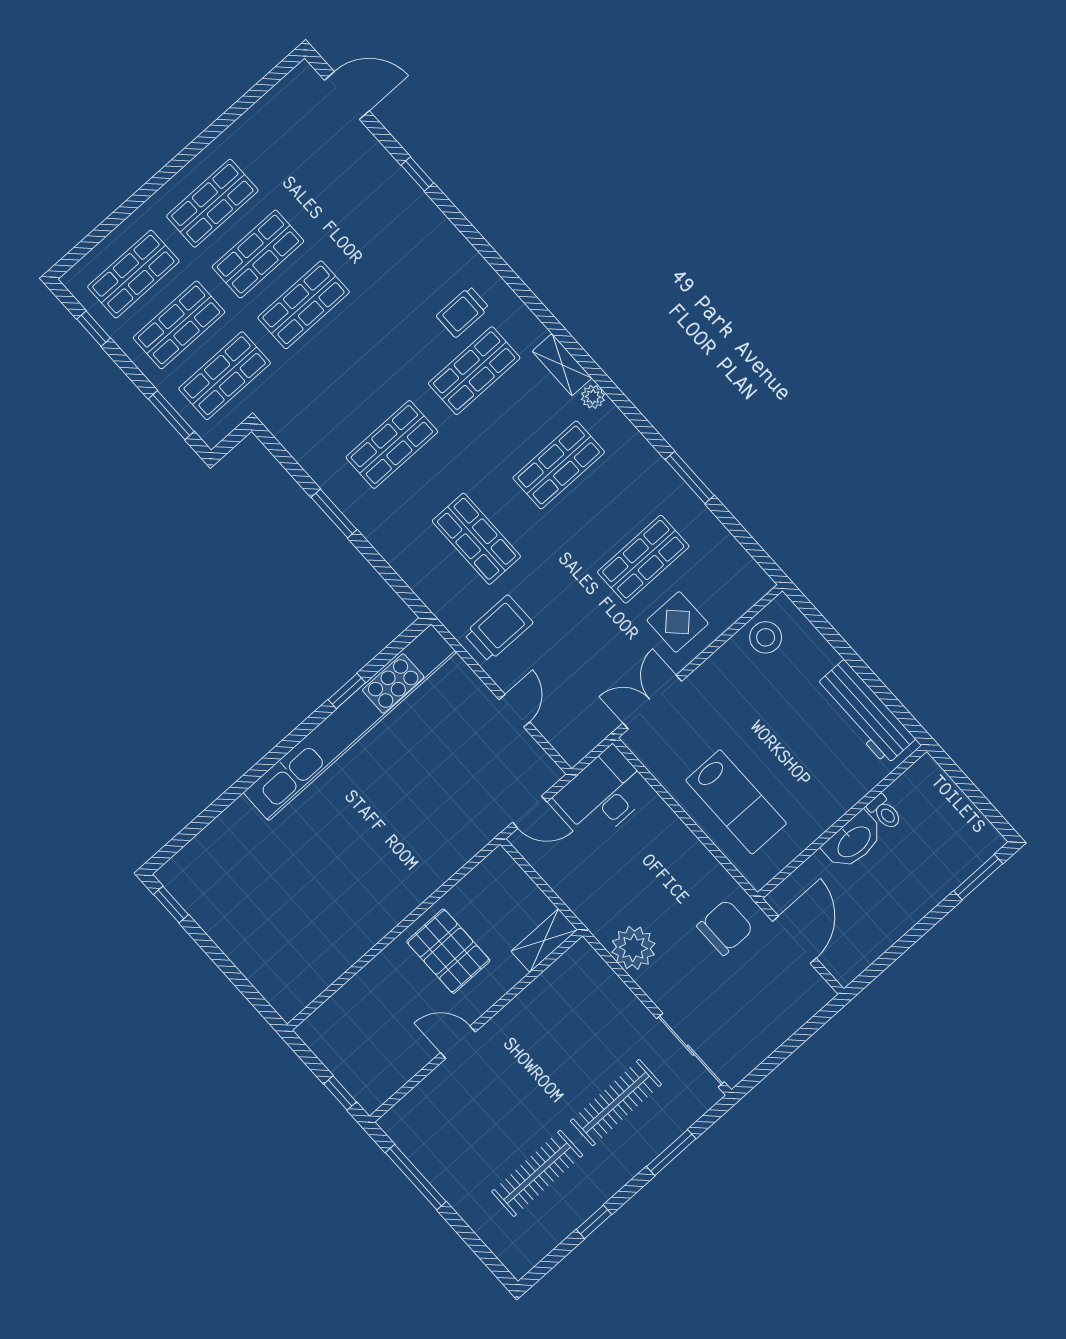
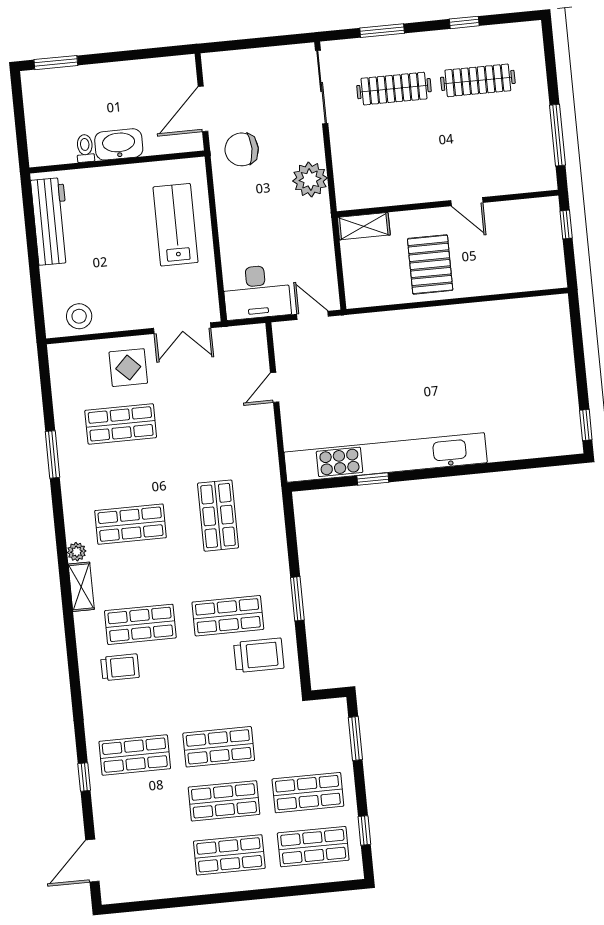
door: (347, 95) -> (92, 861), hinge flipped
shop shelf: (225, 376) -> (135, 755), moved
trolley: (498, 628) -> (259, 655), moved, turned 180

